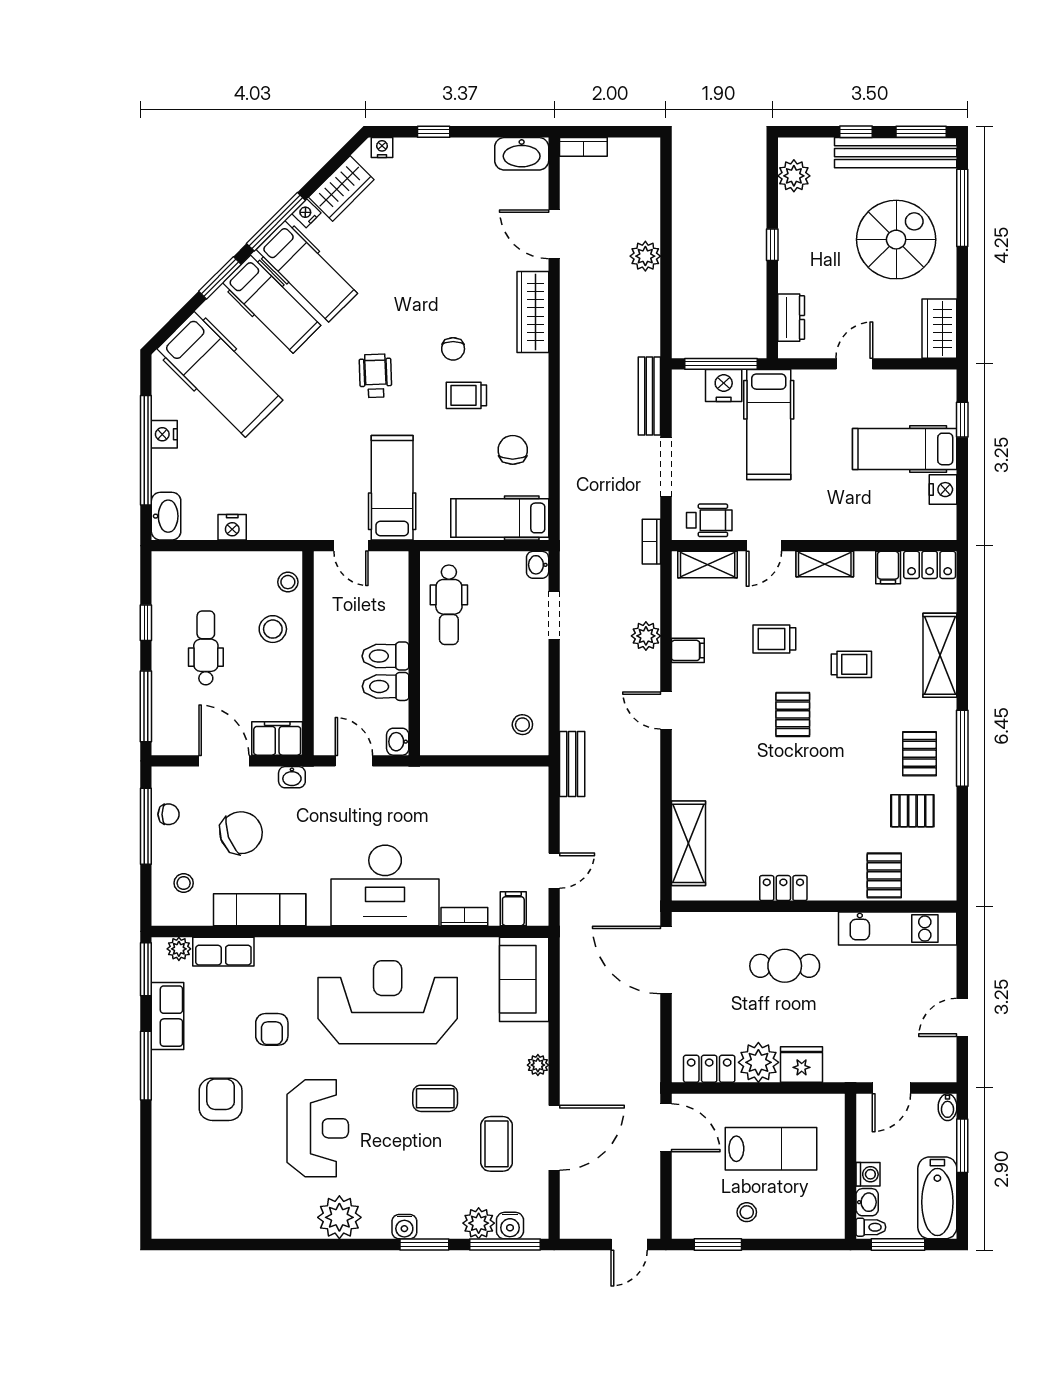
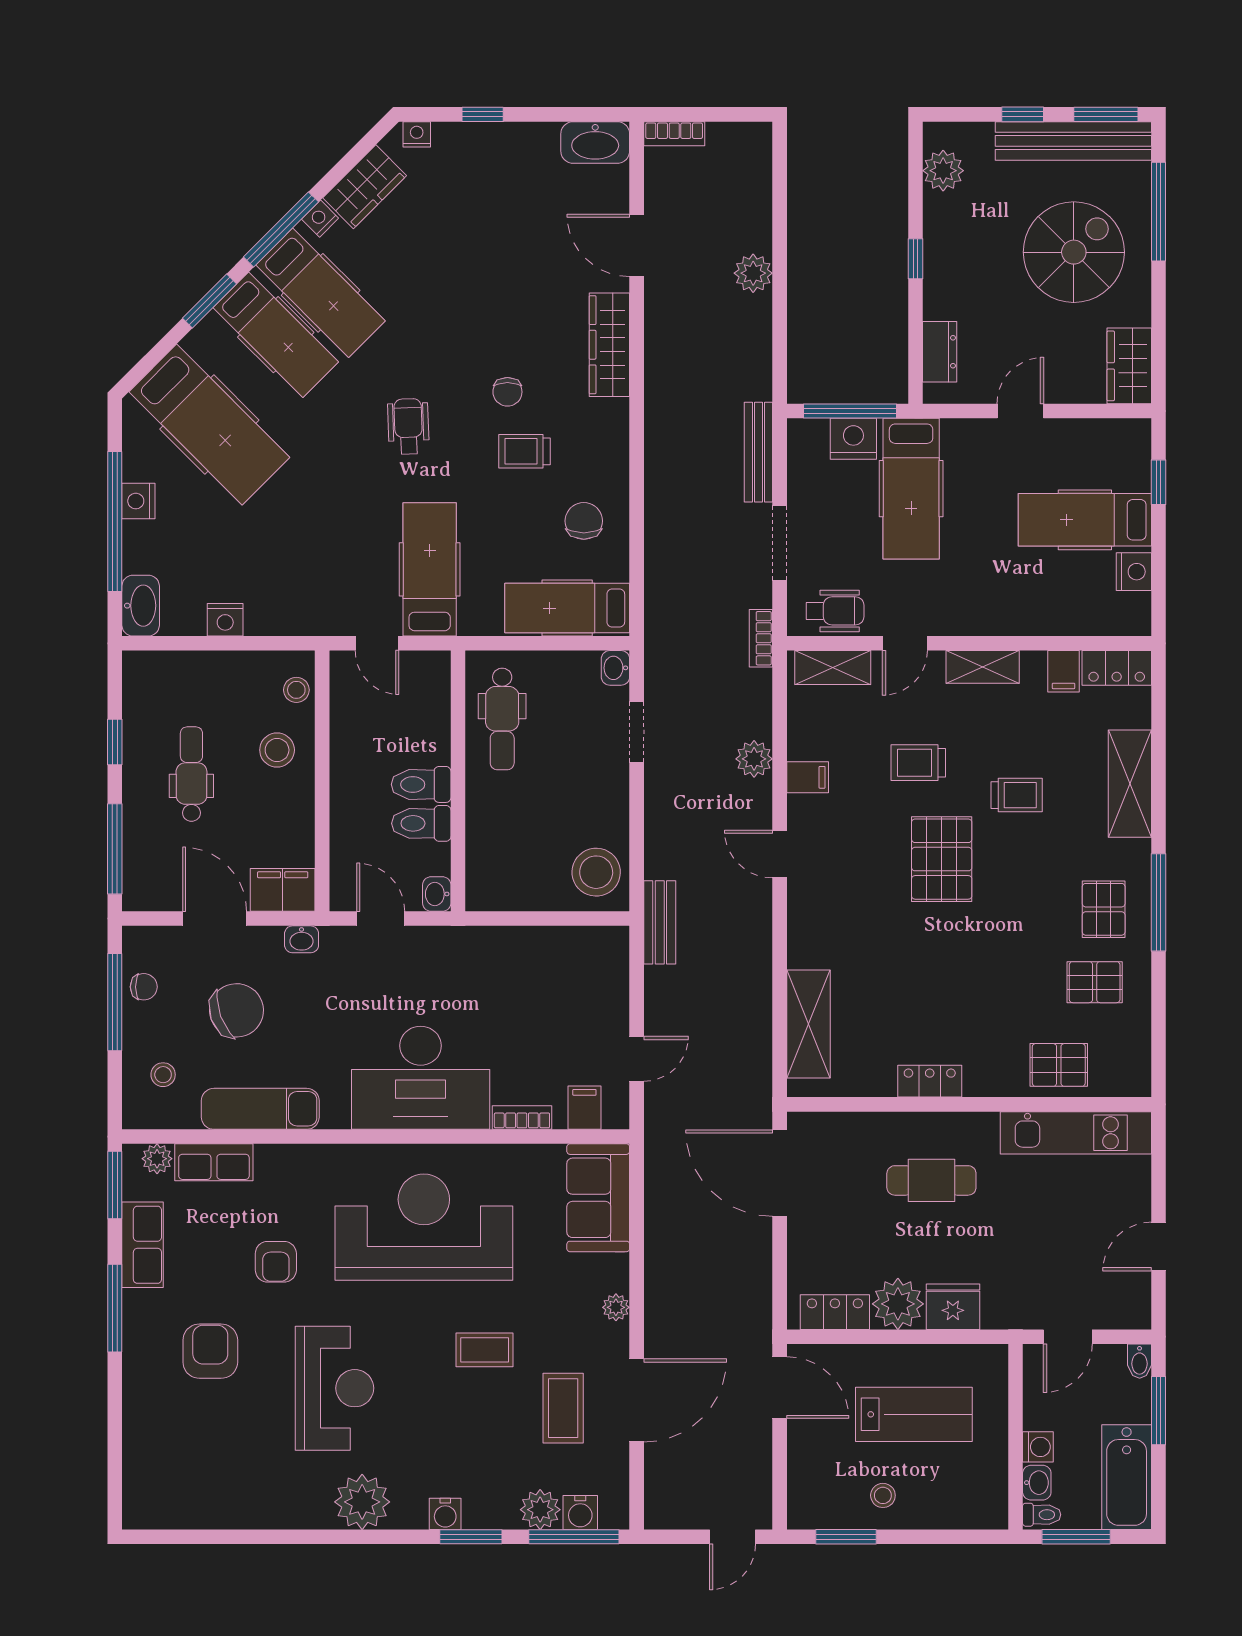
pallet: (793, 714) -> (942, 859), width x1.50, depth x1.42
stool: (522, 725) -> (596, 872), width x1.89, depth x1.89
pallet: (884, 875) -> (1059, 1065), turned 90

